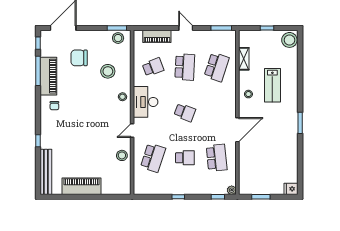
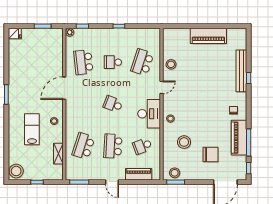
bench: (46, 172) -> (241, 71), moved

